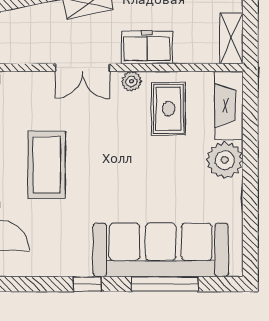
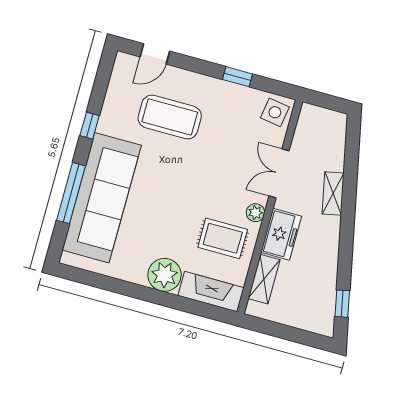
shelving: (231, 38) -> (264, 279), moved, turned 90
side table: (19, 90) -> (275, 112), added
coffee table: (47, 165) -> (170, 117), moved

